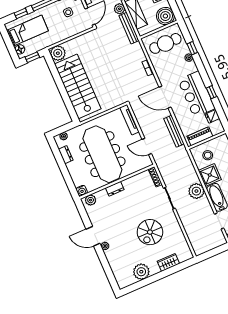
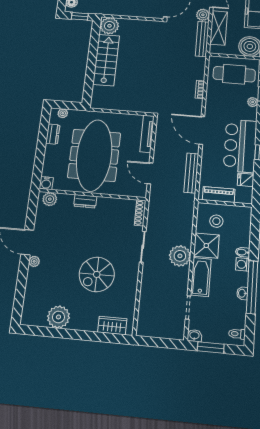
stairs: (78, 86) -> (106, 60), width x0.73, depth x0.66
wardrobe: (168, 262) -> (112, 325), moved

